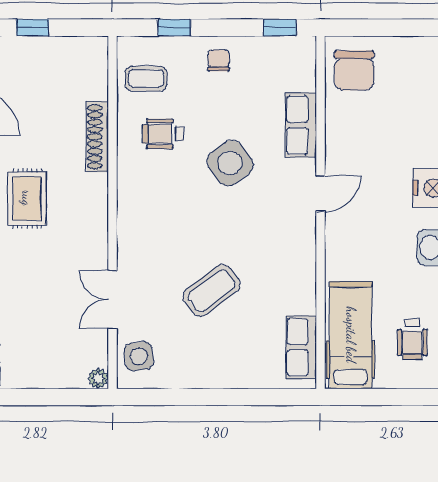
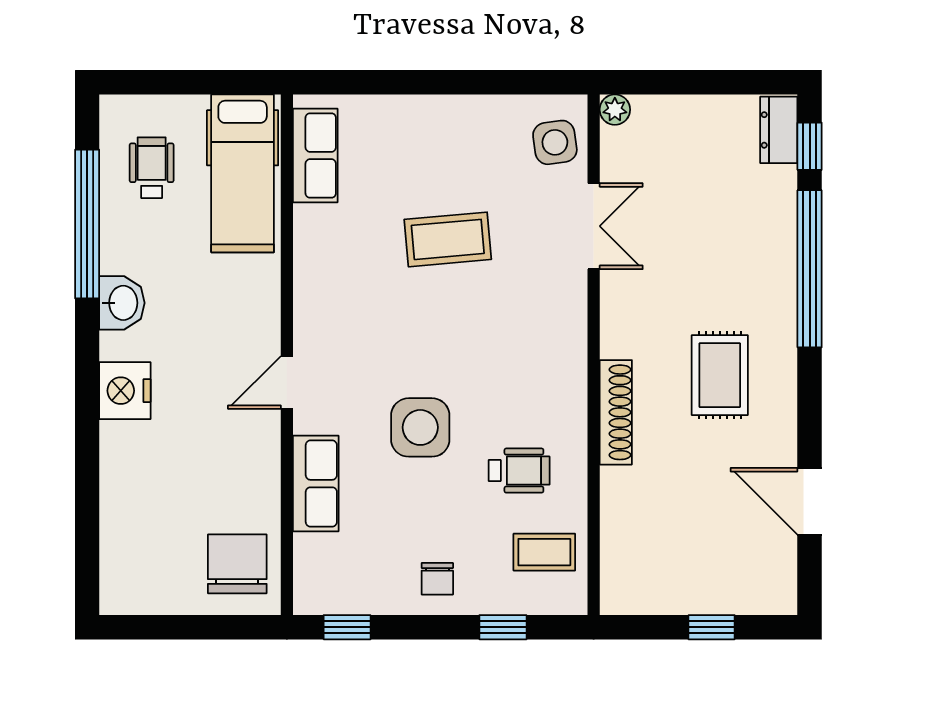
shoe rack: (98, 137) -> (616, 412), moved
side table: (230, 163) -> (420, 427), turned 36
coffee table: (211, 290) -> (448, 239), turned 32

